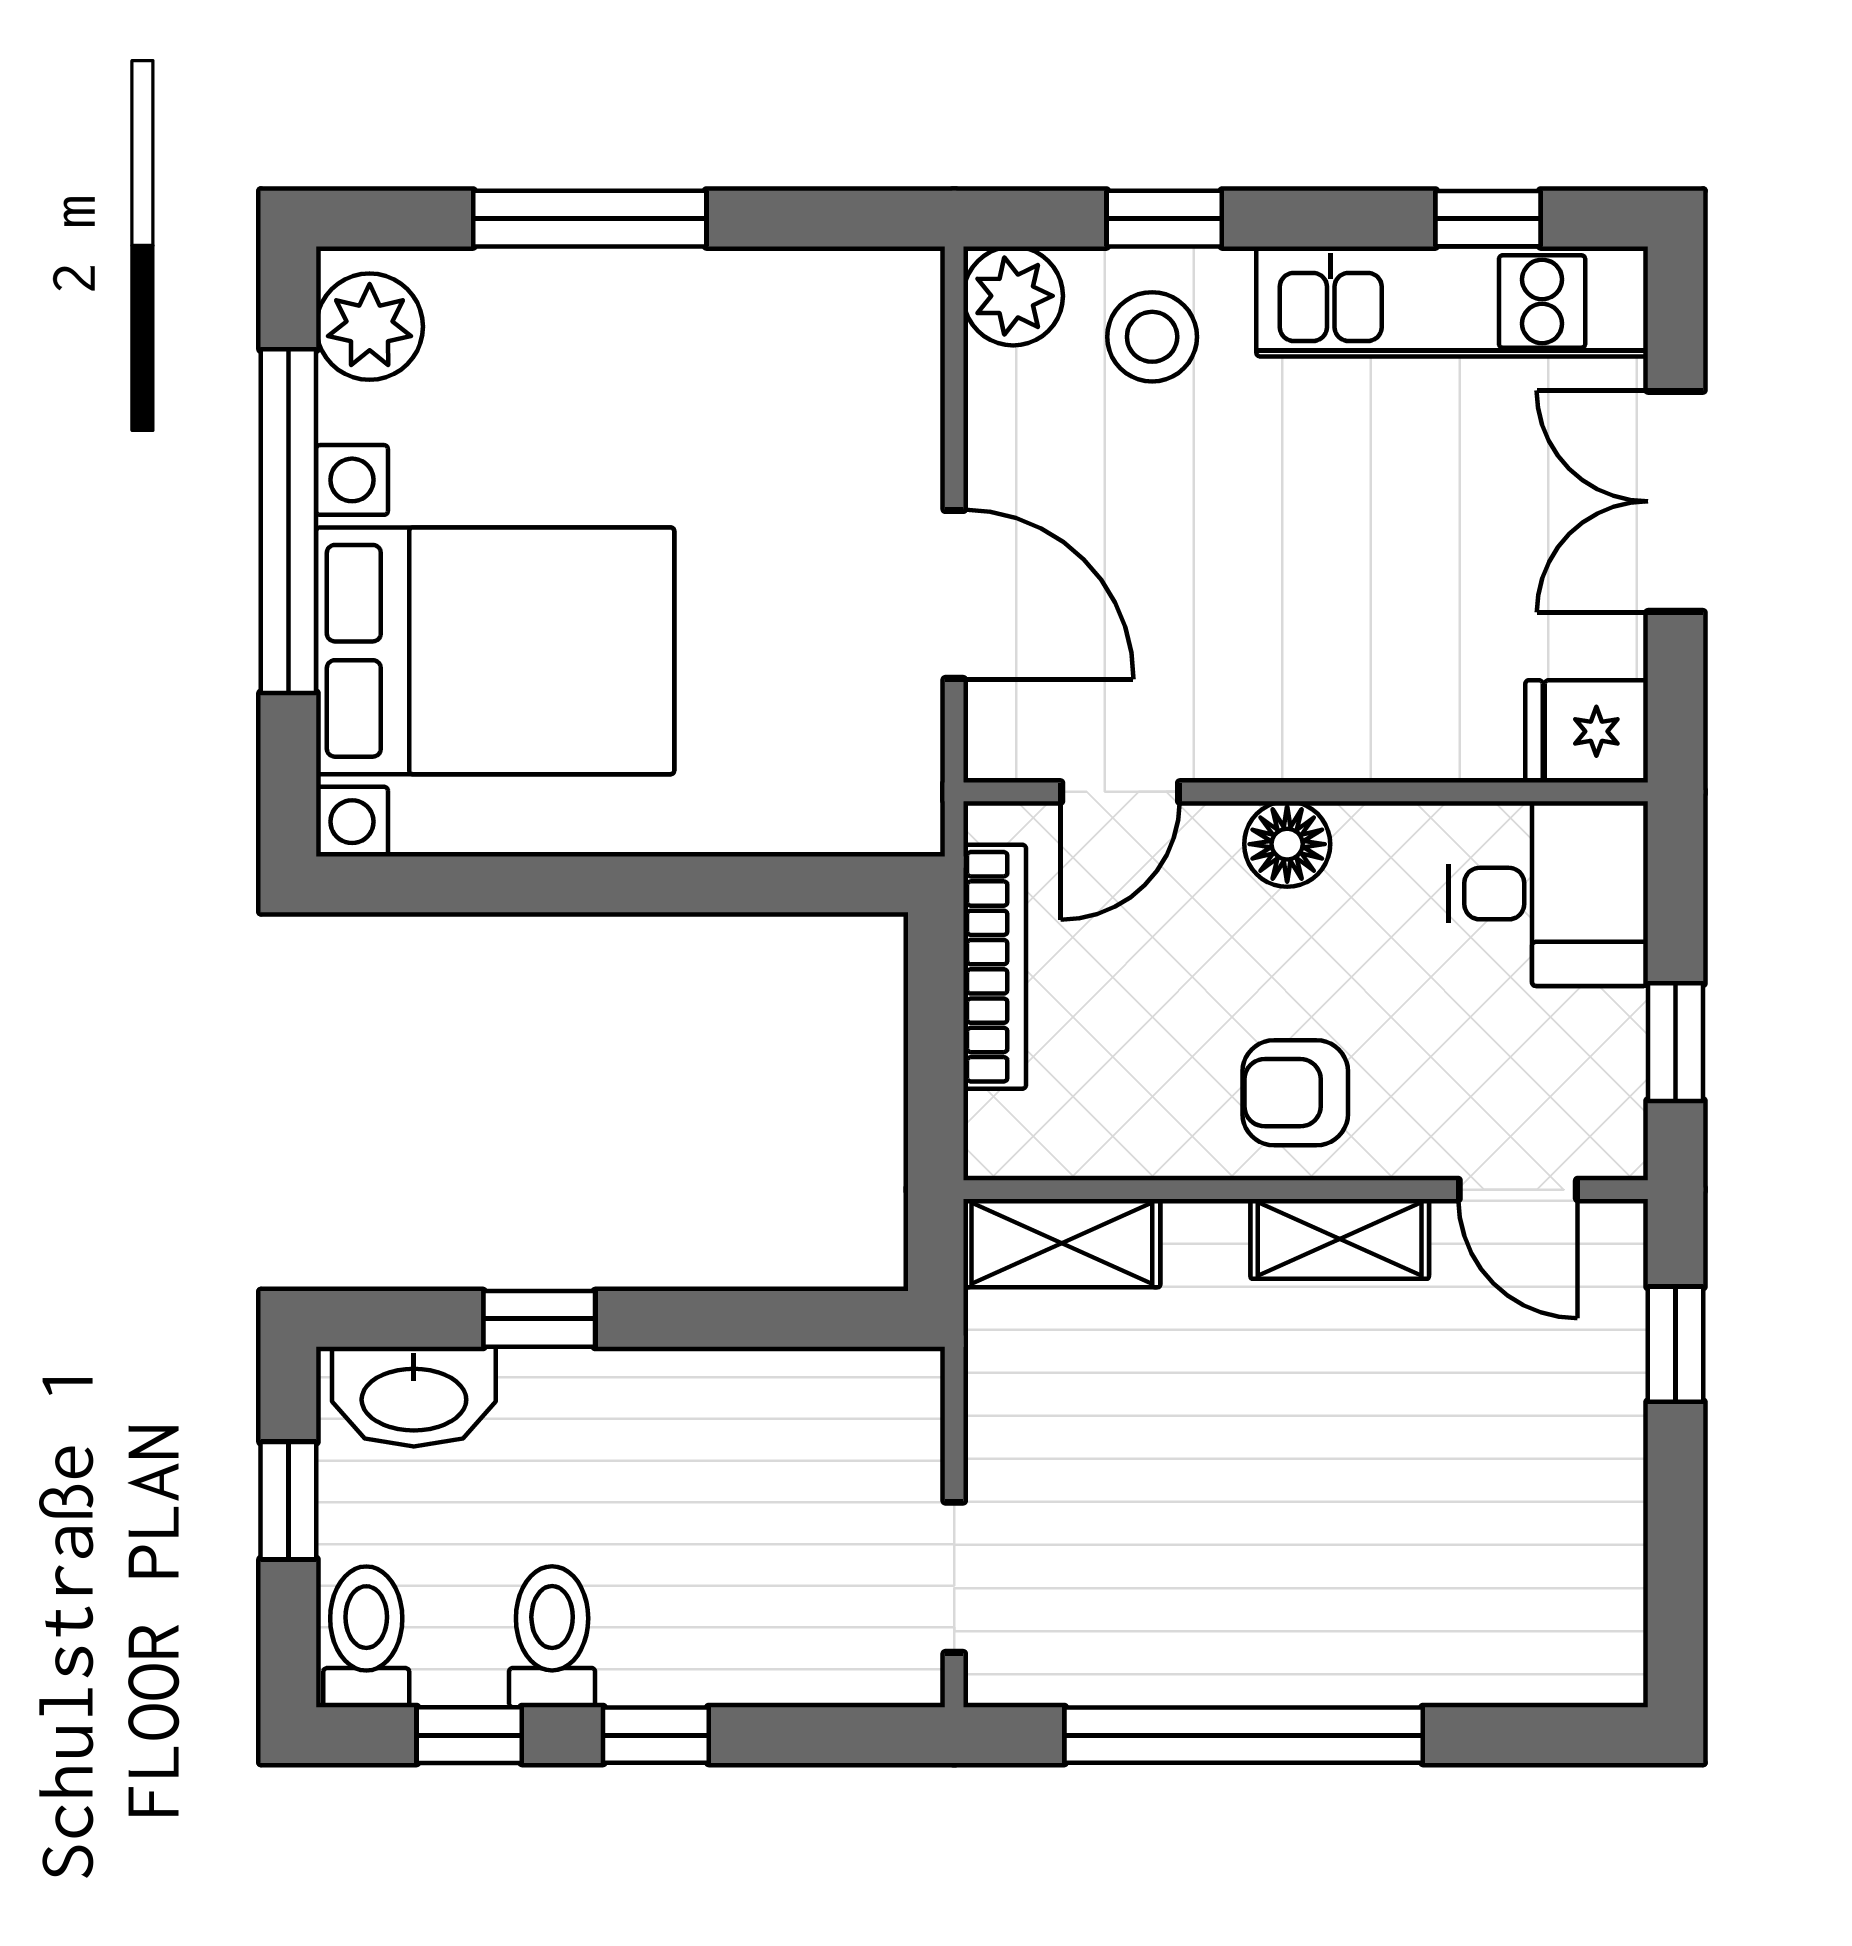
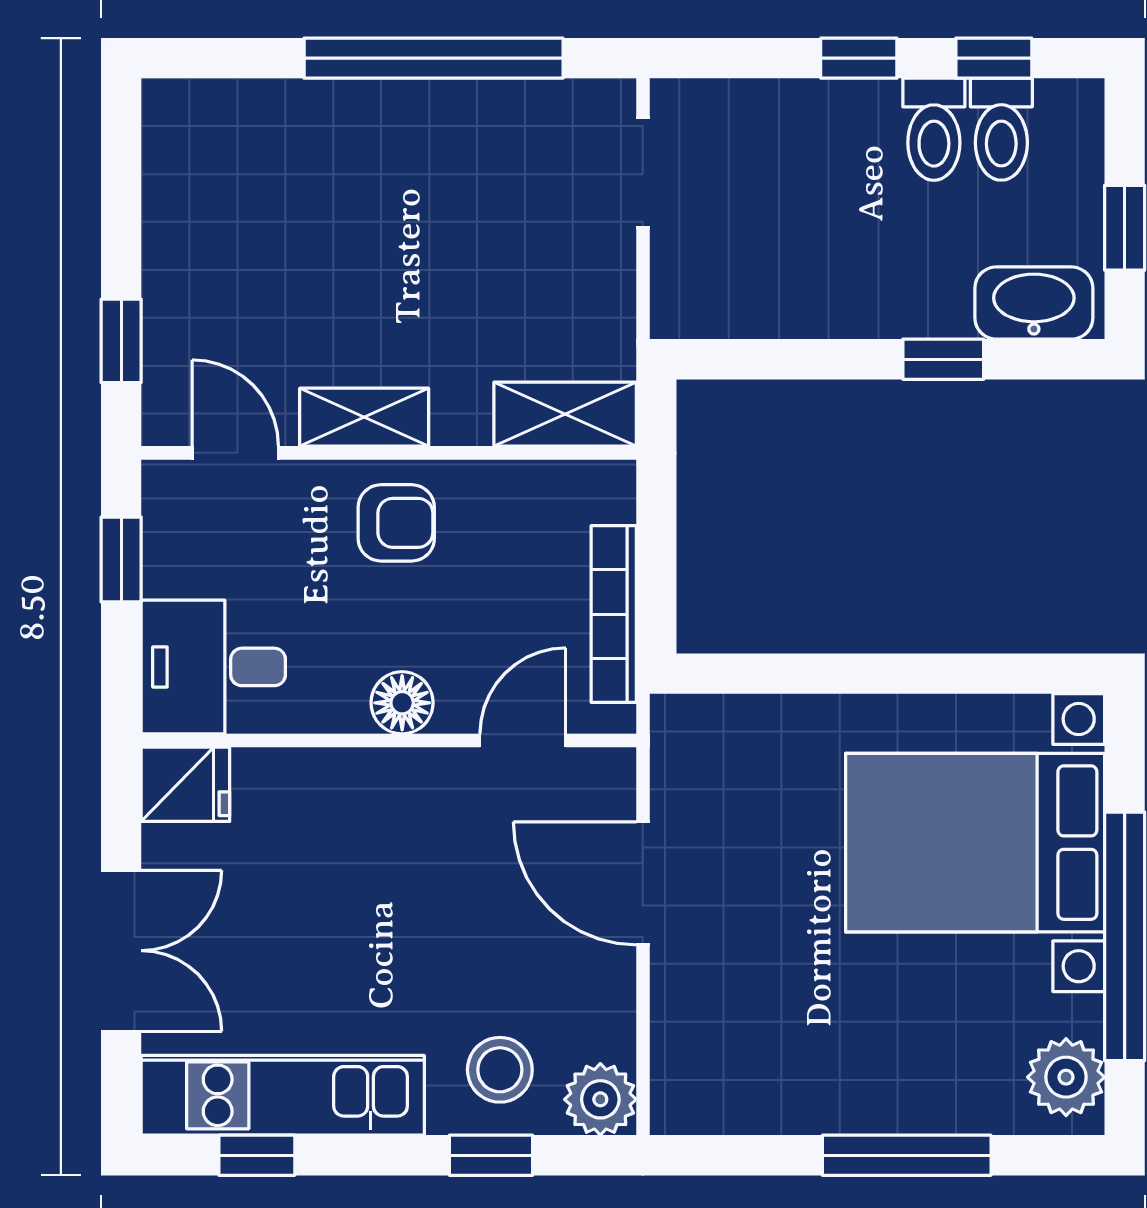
toilet: (366, 1637) -> (1001, 129), moved

